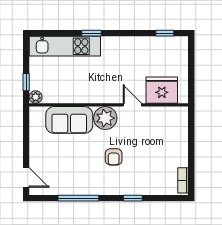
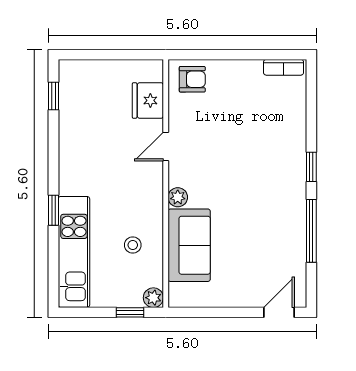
stool: (69, 84) -> (133, 245), added
fridge: (162, 90) -> (148, 100), width x0.73, depth x0.75
plant: (105, 118) -> (178, 197), width x0.53, depth x0.53
armchair: (114, 157) -> (192, 79), moved
window: (133, 198) -> (311, 167), moved

